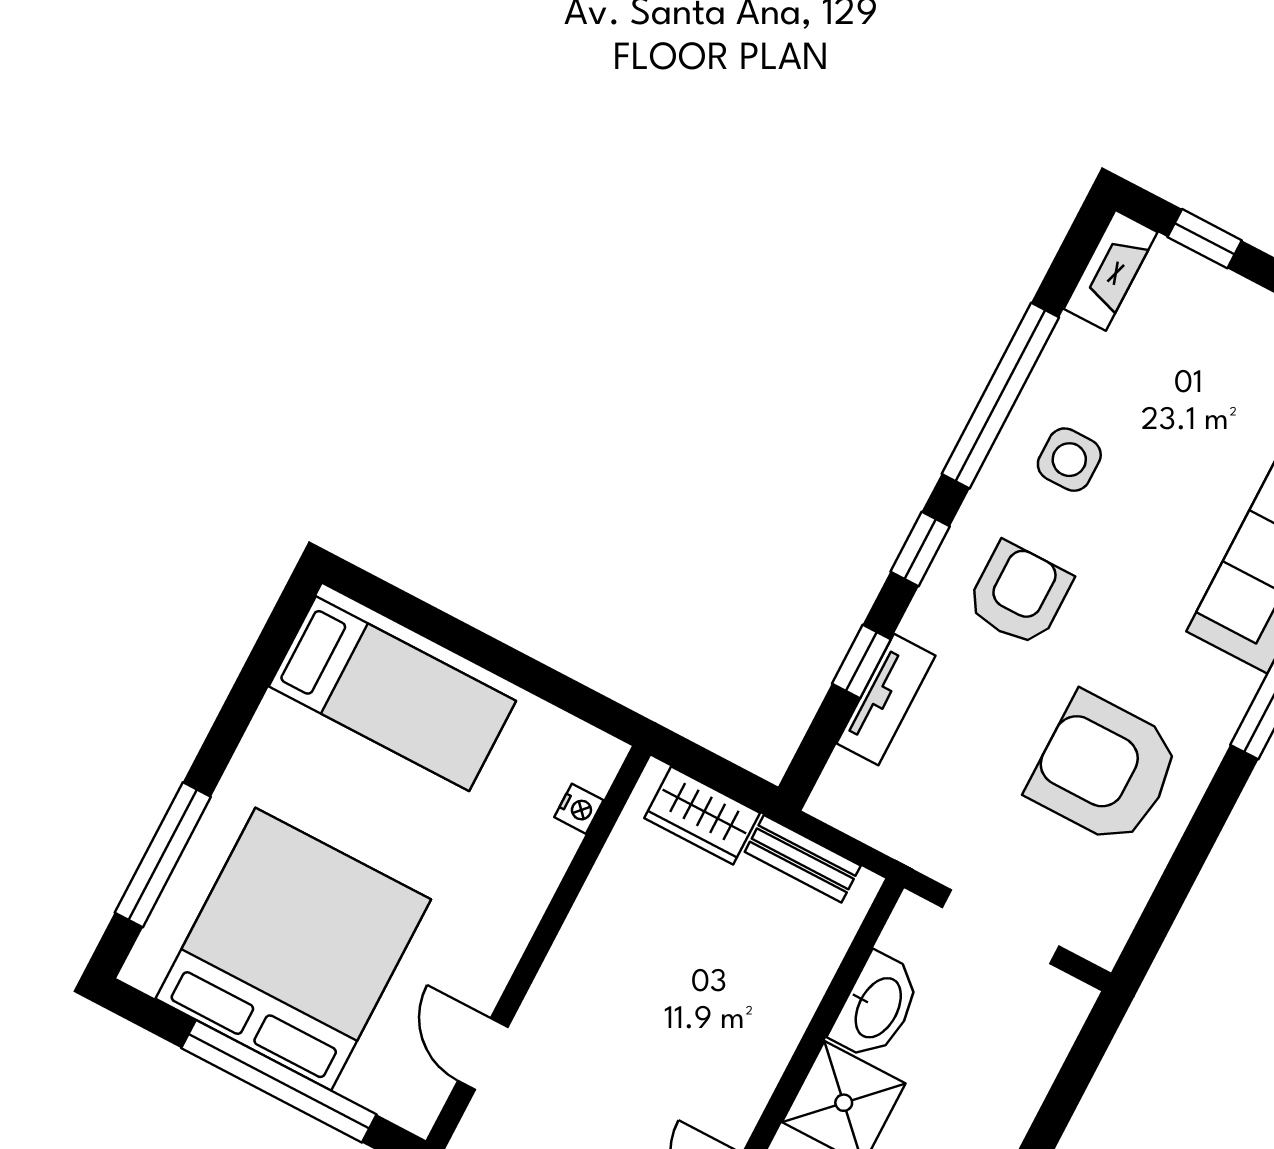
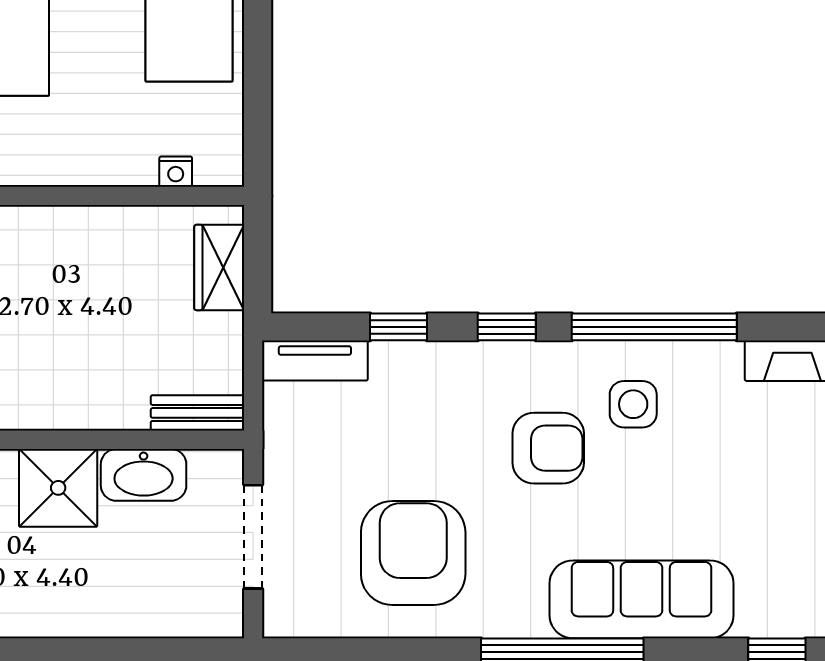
armchair: (1019, 594) -> (548, 448), moved
tv unit: (886, 700) -> (315, 361), moved
bench: (803, 859) -> (197, 413), moved, turned 90

